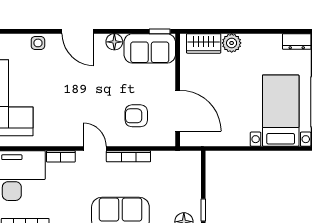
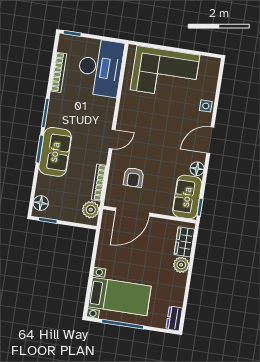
armchair: (136, 116) -> (134, 177), turned 180
bookcase: (61, 156) -> (110, 110), removed
bookcase: (128, 156) -> (99, 183), moved
plant: (183, 161) -> (91, 210), added

